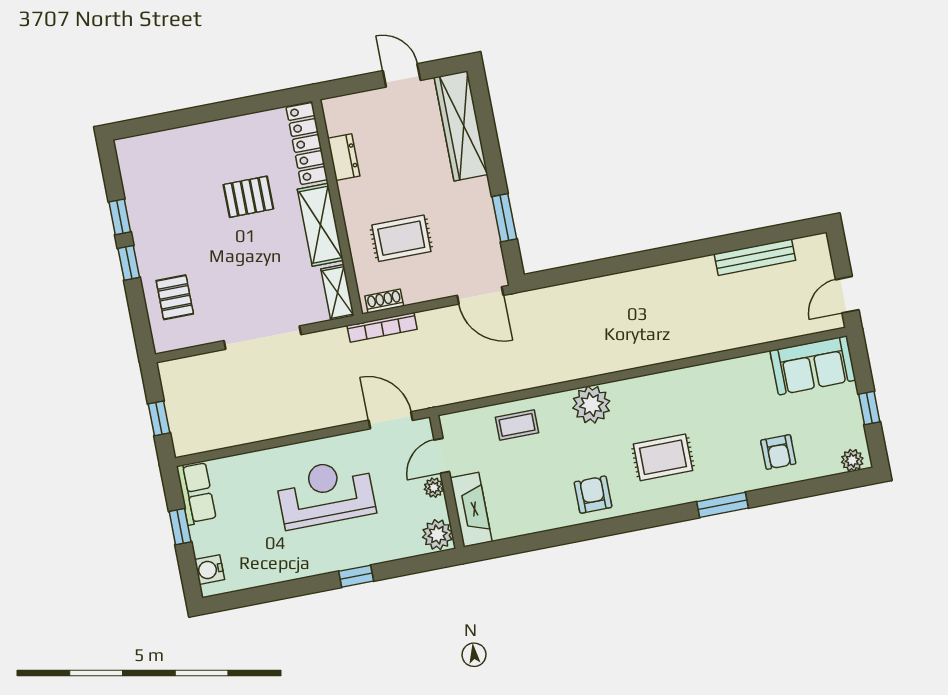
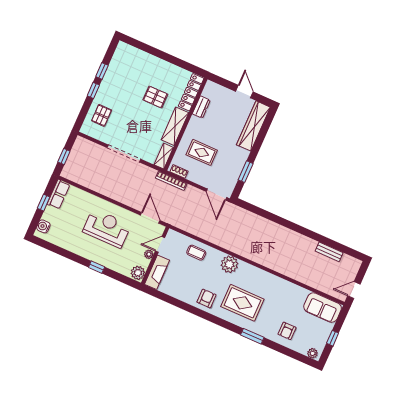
bench: (755, 257) -> (329, 252), width x0.73
rug: (663, 457) -> (242, 303), width x1.36, depth x1.43

